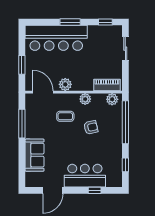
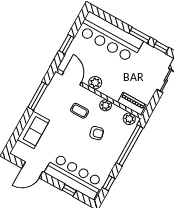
window: (70, 22) -> (140, 35), moved
bar counter: (85, 176) -> (74, 176), width x1.36

